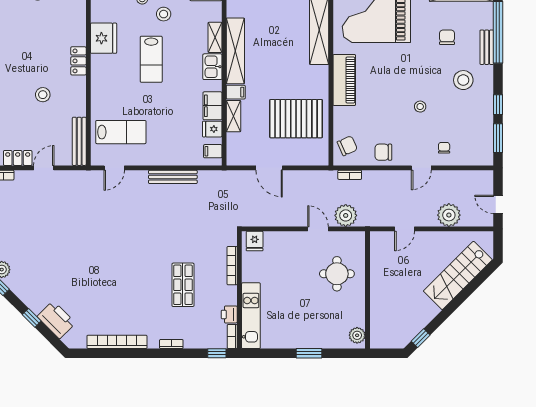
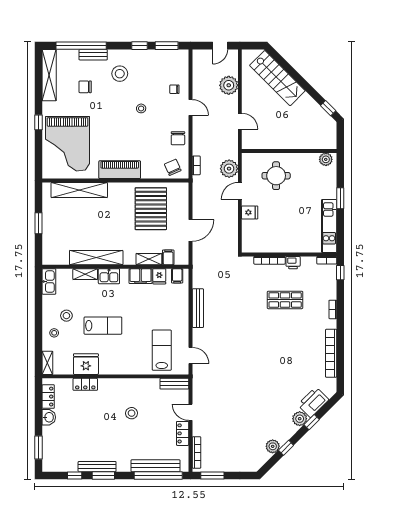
locker: (78, 61) -> (85, 384), moved
filing cabinet: (236, 92) -> (168, 257), moved
bench: (79, 141) -> (174, 384), width x0.73
fridge: (255, 241) -> (250, 212), moved
plant: (36, 303) -> (300, 419), added
printer: (229, 314) -> (293, 263), moved
kitchen unit: (251, 316) -> (329, 226), moved, turned -90

